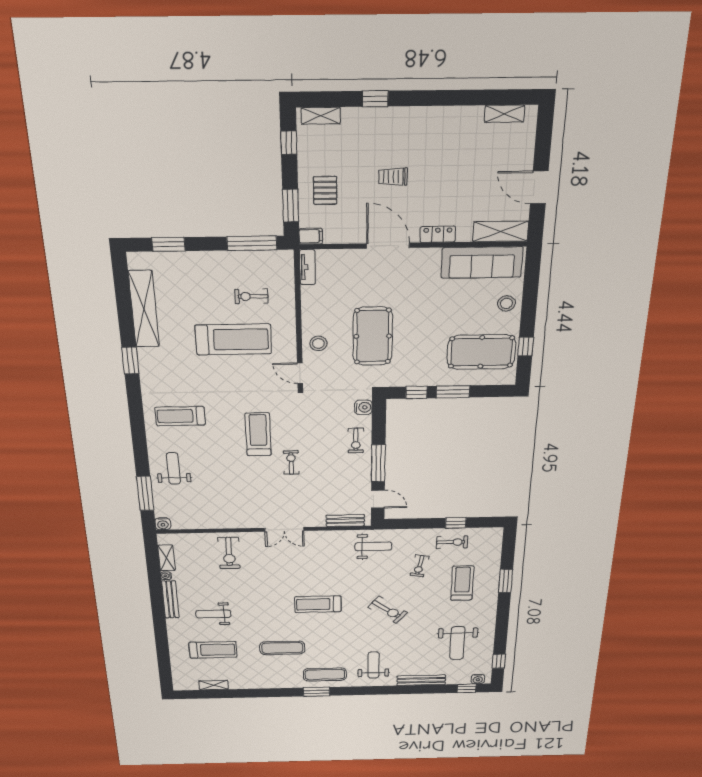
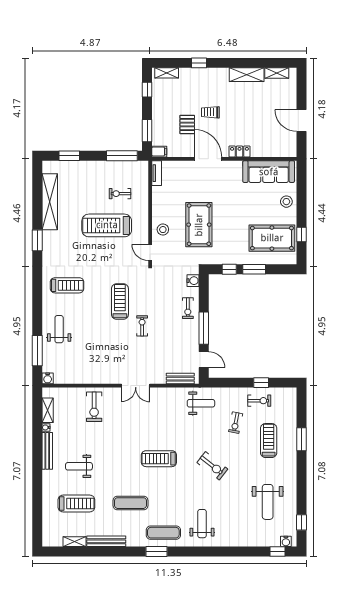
pallet: (325, 190) -> (187, 124), moved
shelving: (501, 231) -> (247, 75), moved
treadmill: (233, 339) -> (107, 225), turned 180
treadmill: (180, 416) -> (67, 285), turned 180
bench: (421, 680) -> (106, 541), moved

